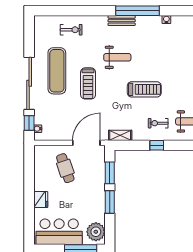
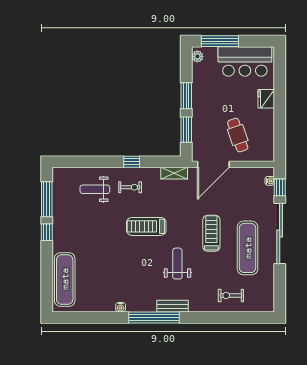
weight bench: (117, 57) -> (177, 264), turned 90
plant: (96, 232) -> (197, 56), width x0.53, depth x0.53

